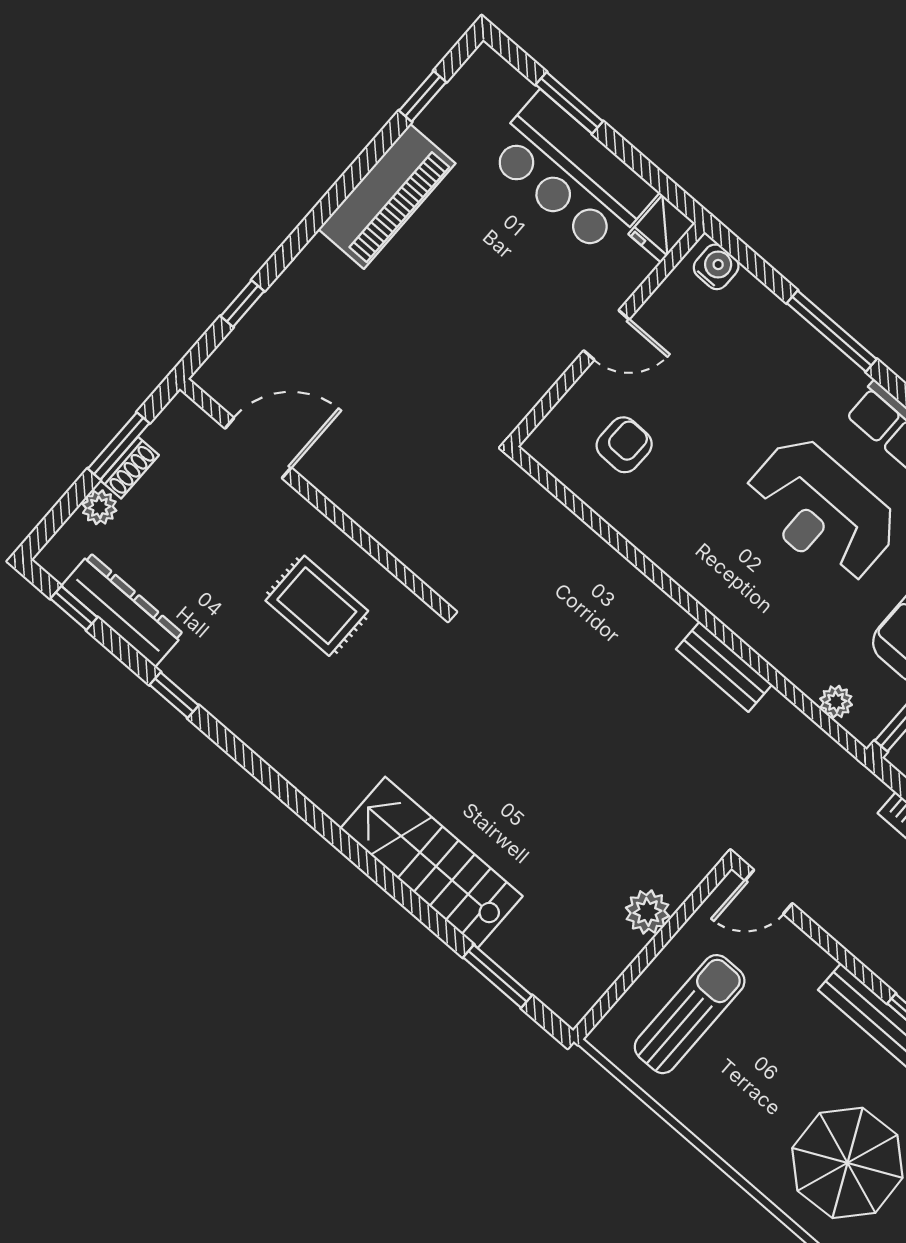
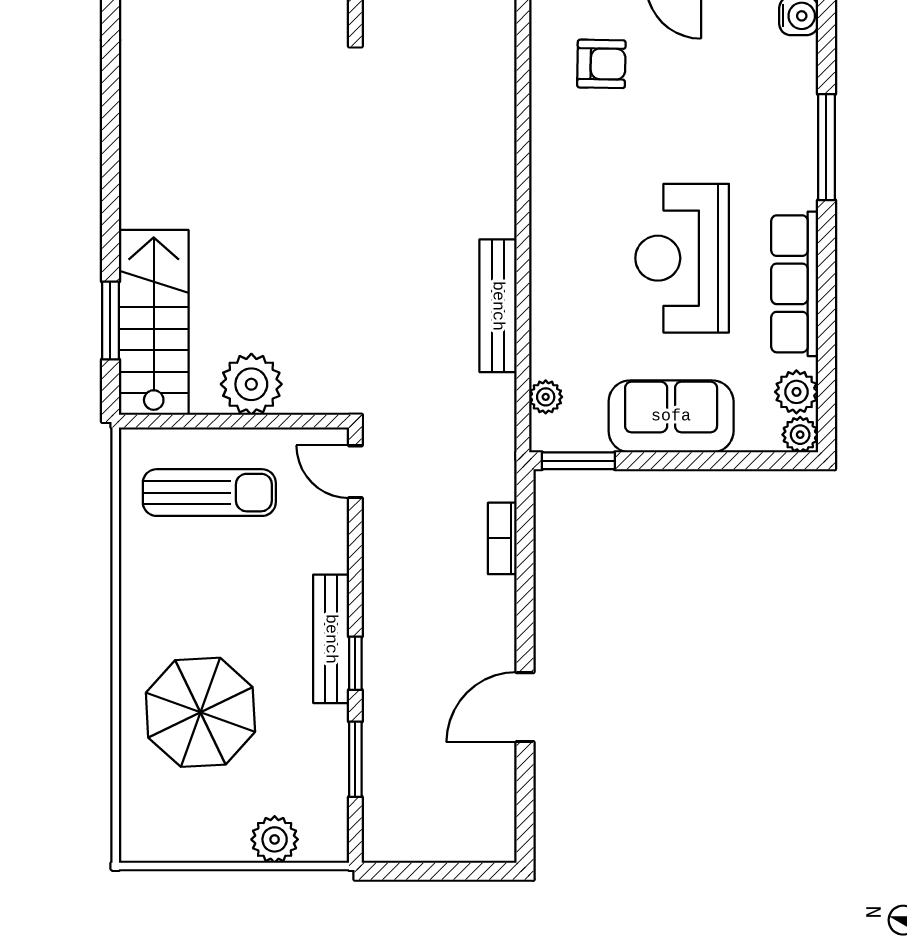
bench: (724, 667) -> (498, 306), width x1.36
stairs: (431, 862) -> (154, 322), moved
plant: (647, 912) -> (251, 384), width x1.36, depth x1.36

